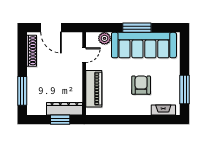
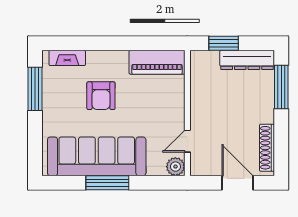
plant: (104, 38) -> (175, 167), moved
piano: (94, 89) -> (157, 62), moved, turned -90
dresser: (64, 109) -> (247, 60), moved

